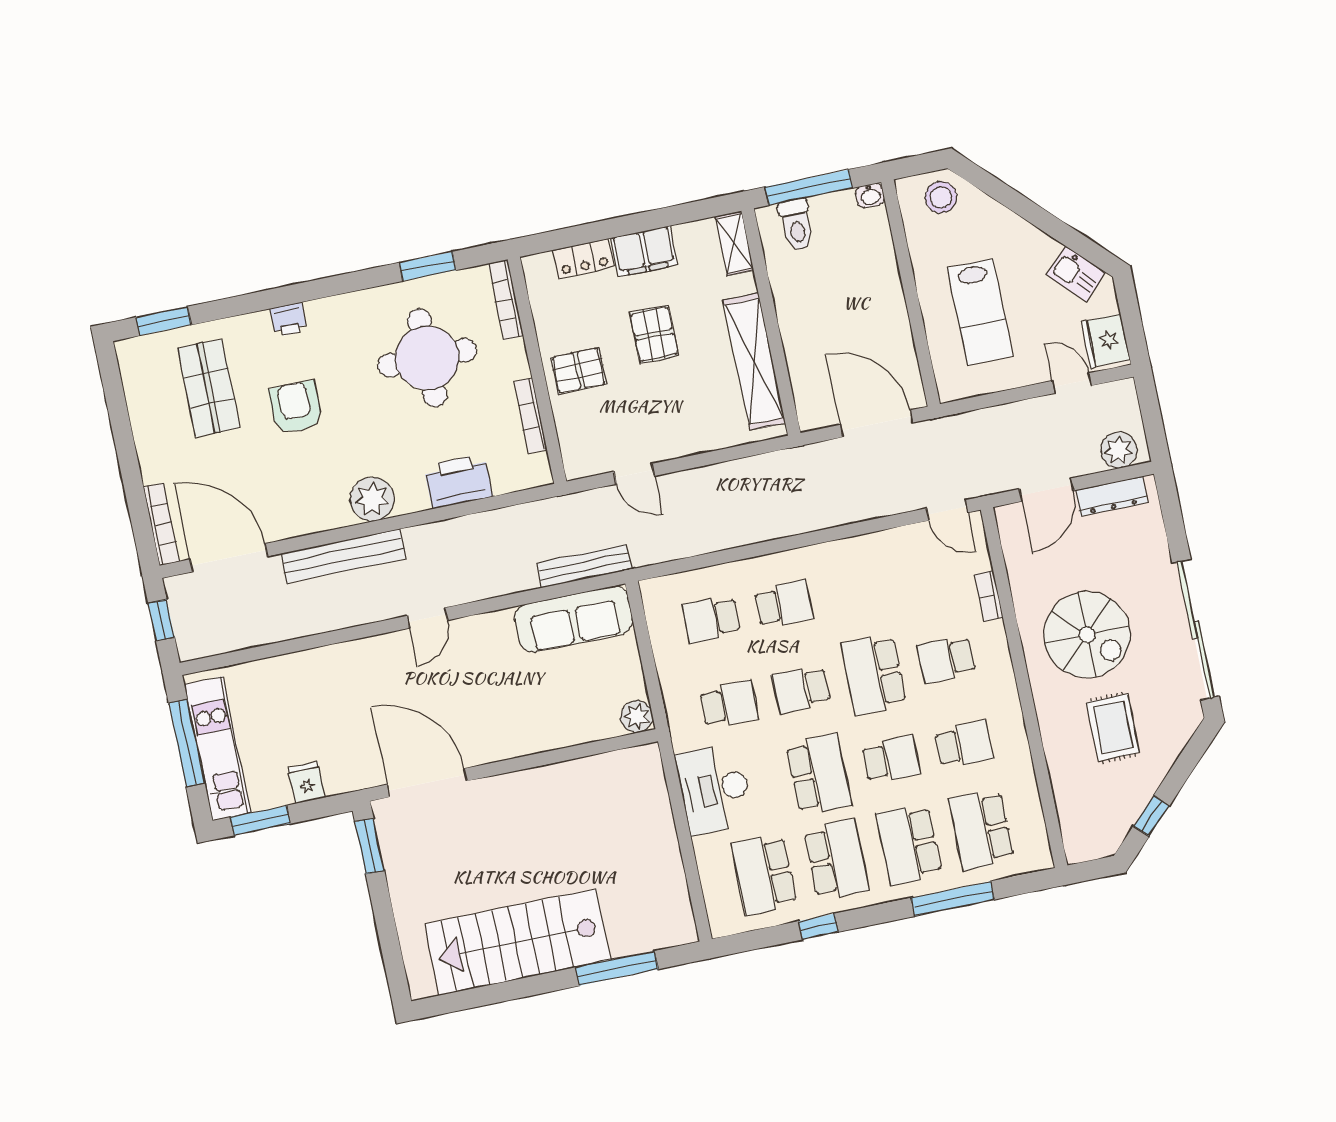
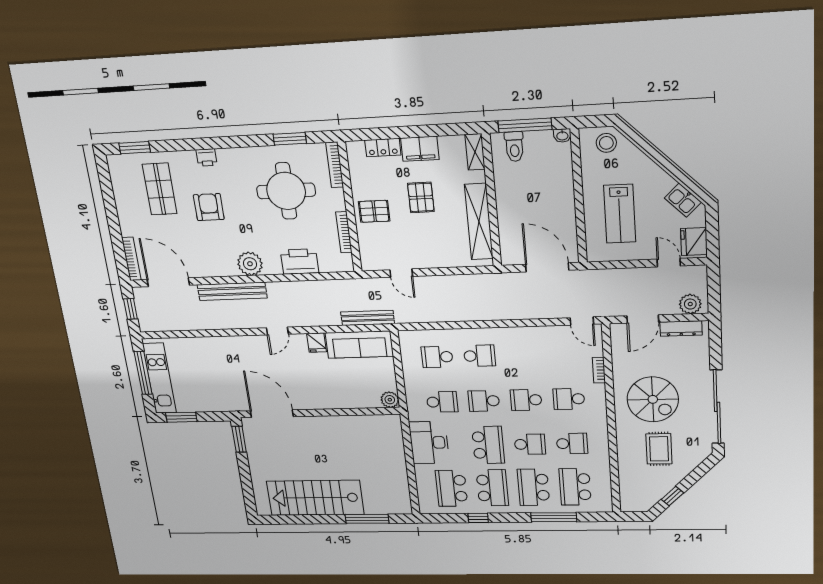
school desk: (874, 674) -> (526, 400), width x0.54
fridge: (307, 783) -> (317, 343), moved, turned 180

